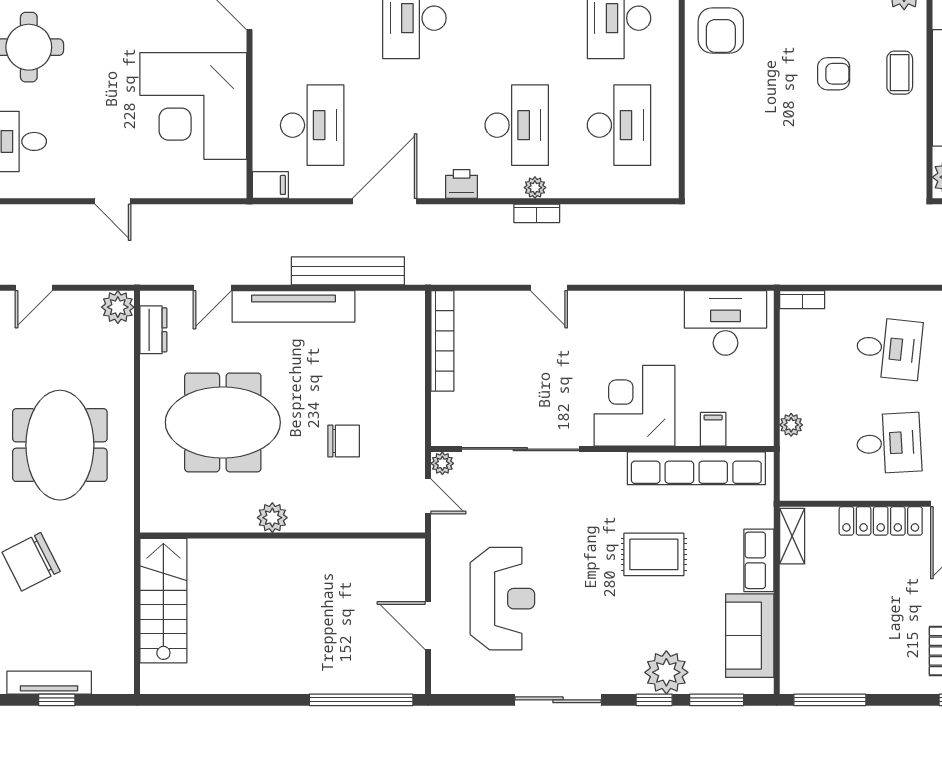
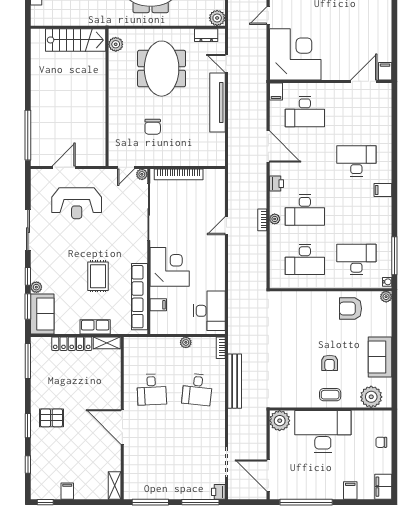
corner desk: (193, 106) -> (295, 54), moved, turned 90
bench: (348, 271) -> (235, 381), moved
bookcase: (442, 341) -> (179, 174), moved
plant: (791, 425) -> (186, 342), moved
plant: (272, 518) -> (116, 44), moved
locker: (881, 521) -> (72, 344), moved, turned -90
sofa: (750, 636) -> (42, 314), moved, turned 90
plant: (666, 672) -> (36, 287), width x0.53, depth x0.53

